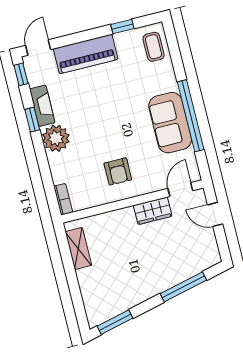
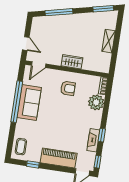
plant: (56, 138) -> (96, 102), moved
armchair: (118, 171) -> (68, 88), turned 90
wardrobe: (153, 211) -> (72, 62), moved
shelving: (78, 249) -> (109, 41), moved

